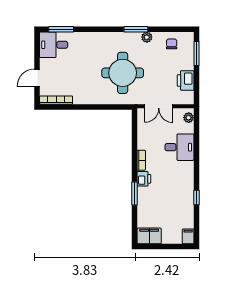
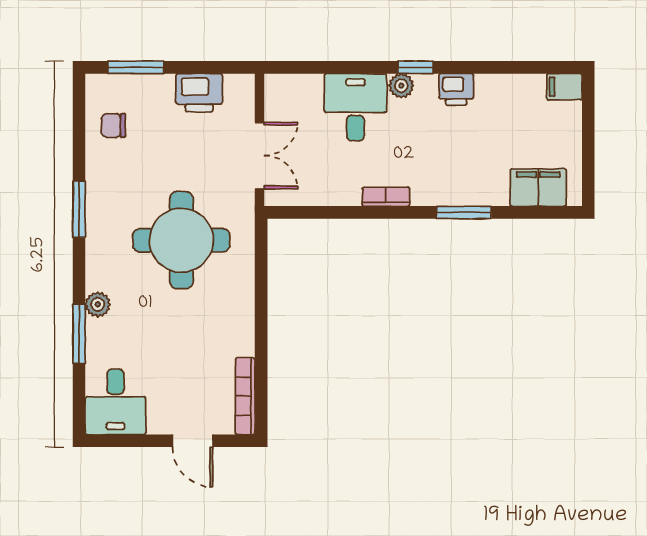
window: (61, 29) -> (79, 334), moved
plant: (147, 37) -> (98, 304), moved
plant: (189, 118) -> (401, 86), moved
printer: (144, 179) -> (456, 89), moved, turned 180
window: (196, 198) -> (416, 67), moved
filing cabinet: (149, 236) -> (538, 188), moved, turned 90

